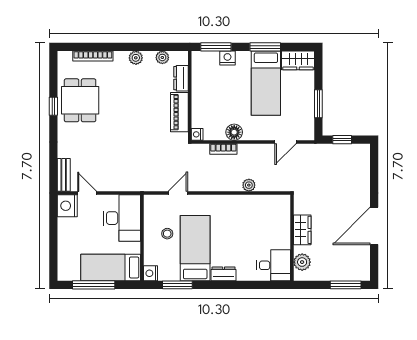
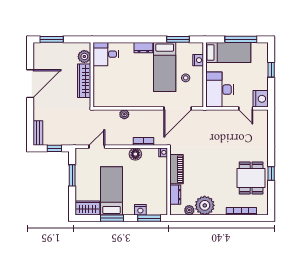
plant: (136, 58) -> (205, 205), width x1.88, depth x1.88
bench: (64, 175) -> (38, 133), moved
door: (178, 193) -> (178, 108), width x1.88
wardrobe: (302, 230) -> (84, 81), width x1.50
window: (53, 245) -> (271, 70), added
nightstand: (151, 273) -> (198, 60), moved

